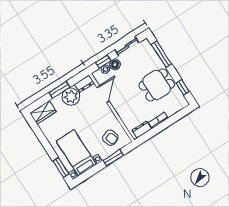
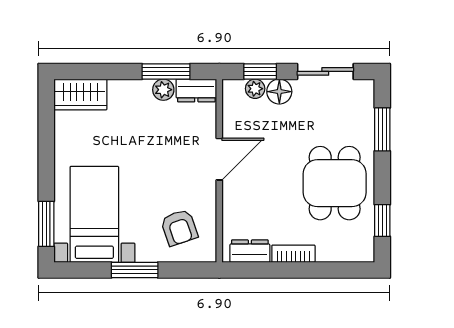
window: (161, 54) -> (382, 129), width x0.69
dining table: (157, 85) -> (335, 183), turned 90
window: (59, 90) -> (166, 71), moved
door: (103, 94) -> (219, 159), moved
plant: (71, 97) -> (163, 90), width x0.53, depth x0.53
window: (113, 158) -> (135, 270), moved

